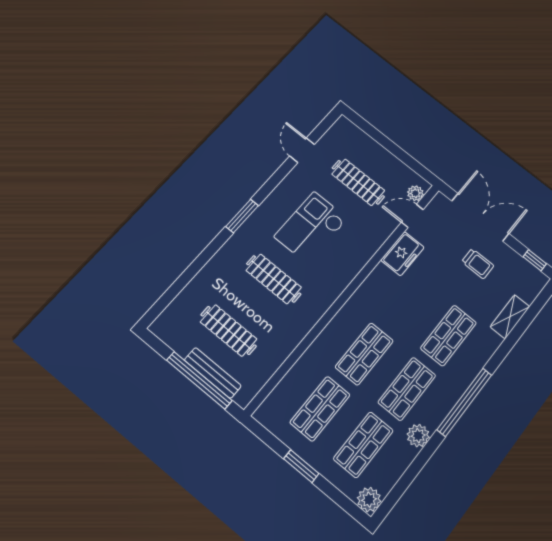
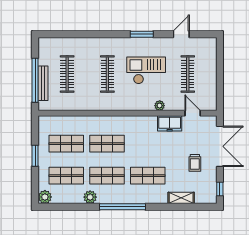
plant: (415, 193) -> (160, 106), moved
window: (242, 216) -> (142, 34), moved

